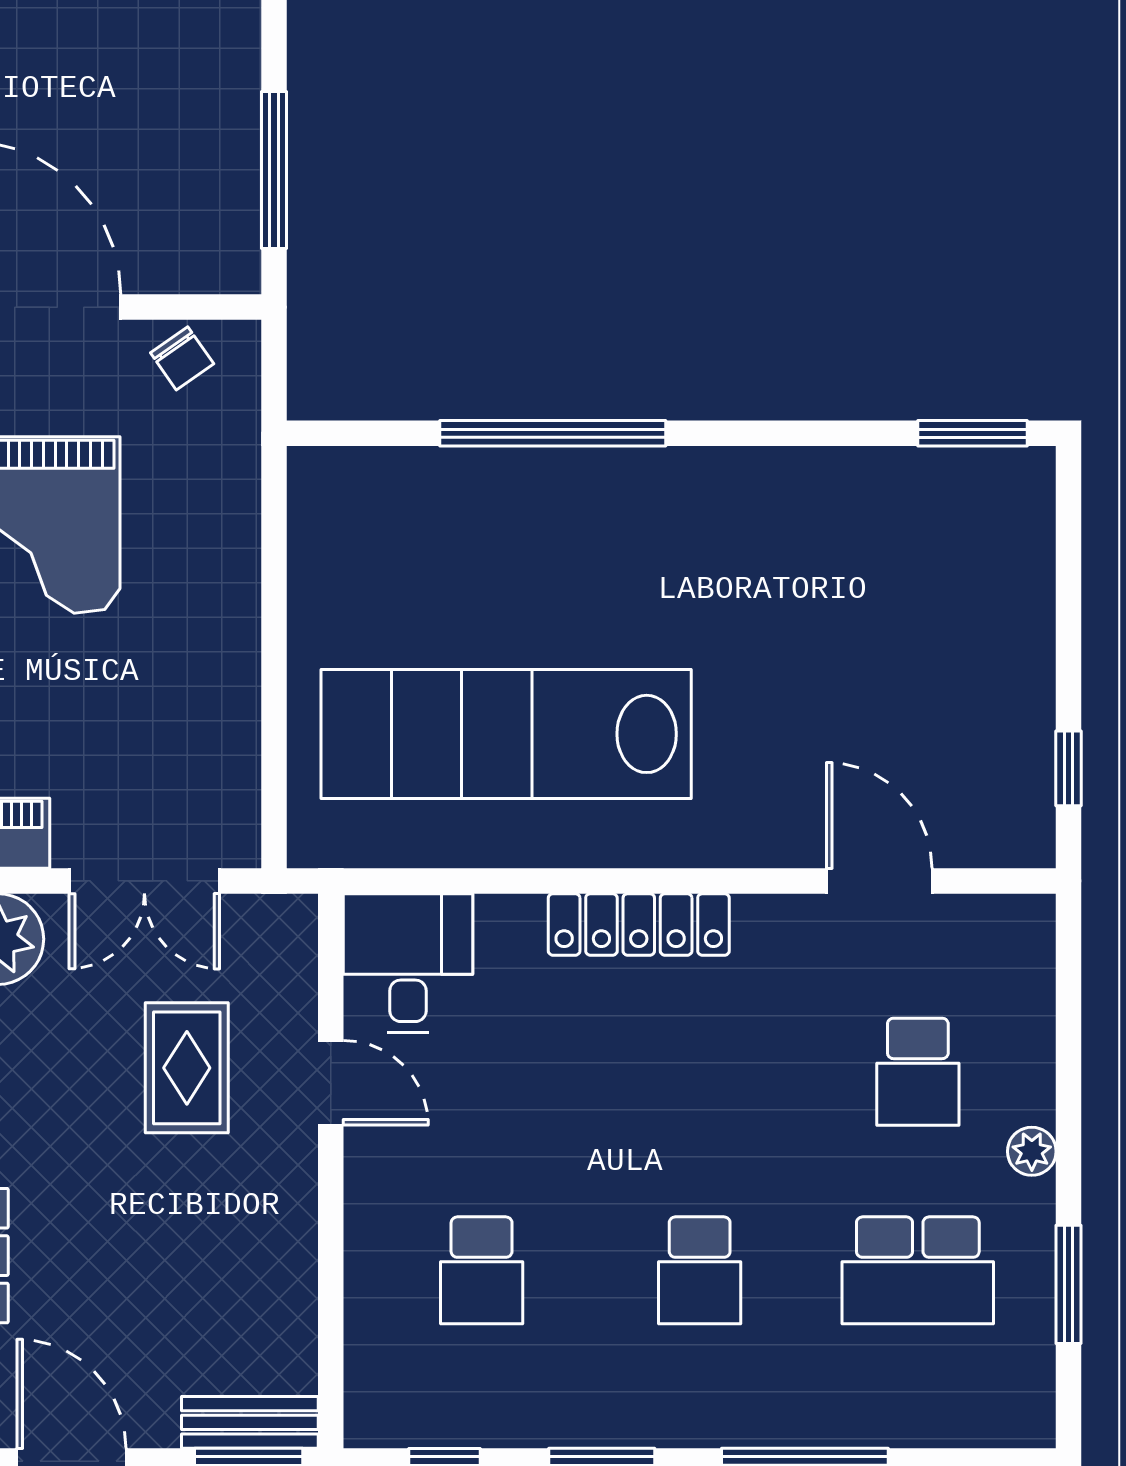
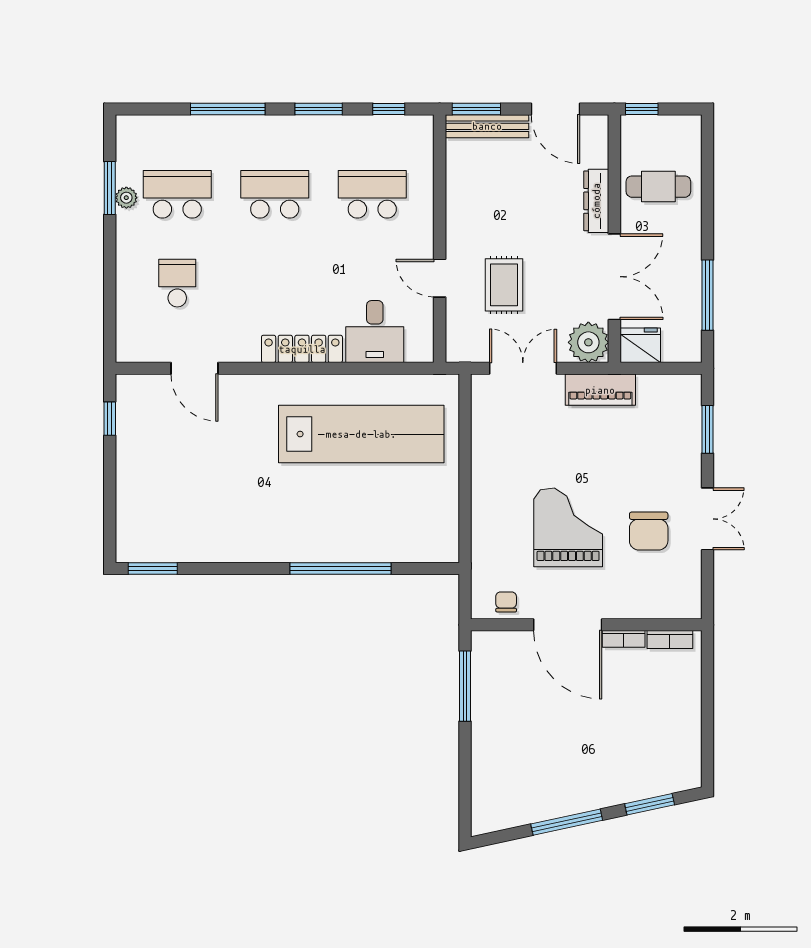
chair: (182, 358) -> (506, 602), turned 35
desk: (408, 963) -> (375, 332), moved
plant: (1032, 1151) -> (126, 198), moved
school desk: (482, 1270) -> (372, 194), width x1.85
school desk: (700, 1270) -> (275, 194), width x1.85
bench: (250, 1422) -> (487, 126), width x1.36

